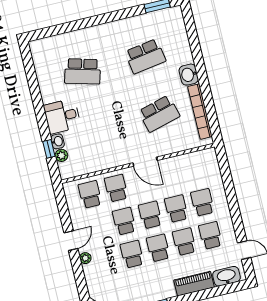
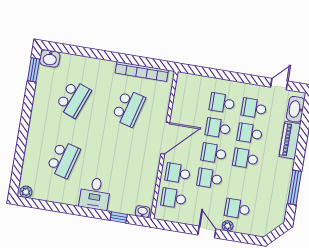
school desk: (145, 56) -> (73, 99), turned 30
washbasin: (189, 75) -> (50, 58), moved
school desk: (159, 114) -> (129, 108), turned 30
washbasin: (58, 141) -> (143, 212), moved
plant: (61, 155) -> (26, 192), moved
door: (145, 162) -> (165, 138), width x1.36
school desk: (132, 254) -> (237, 209), moved

